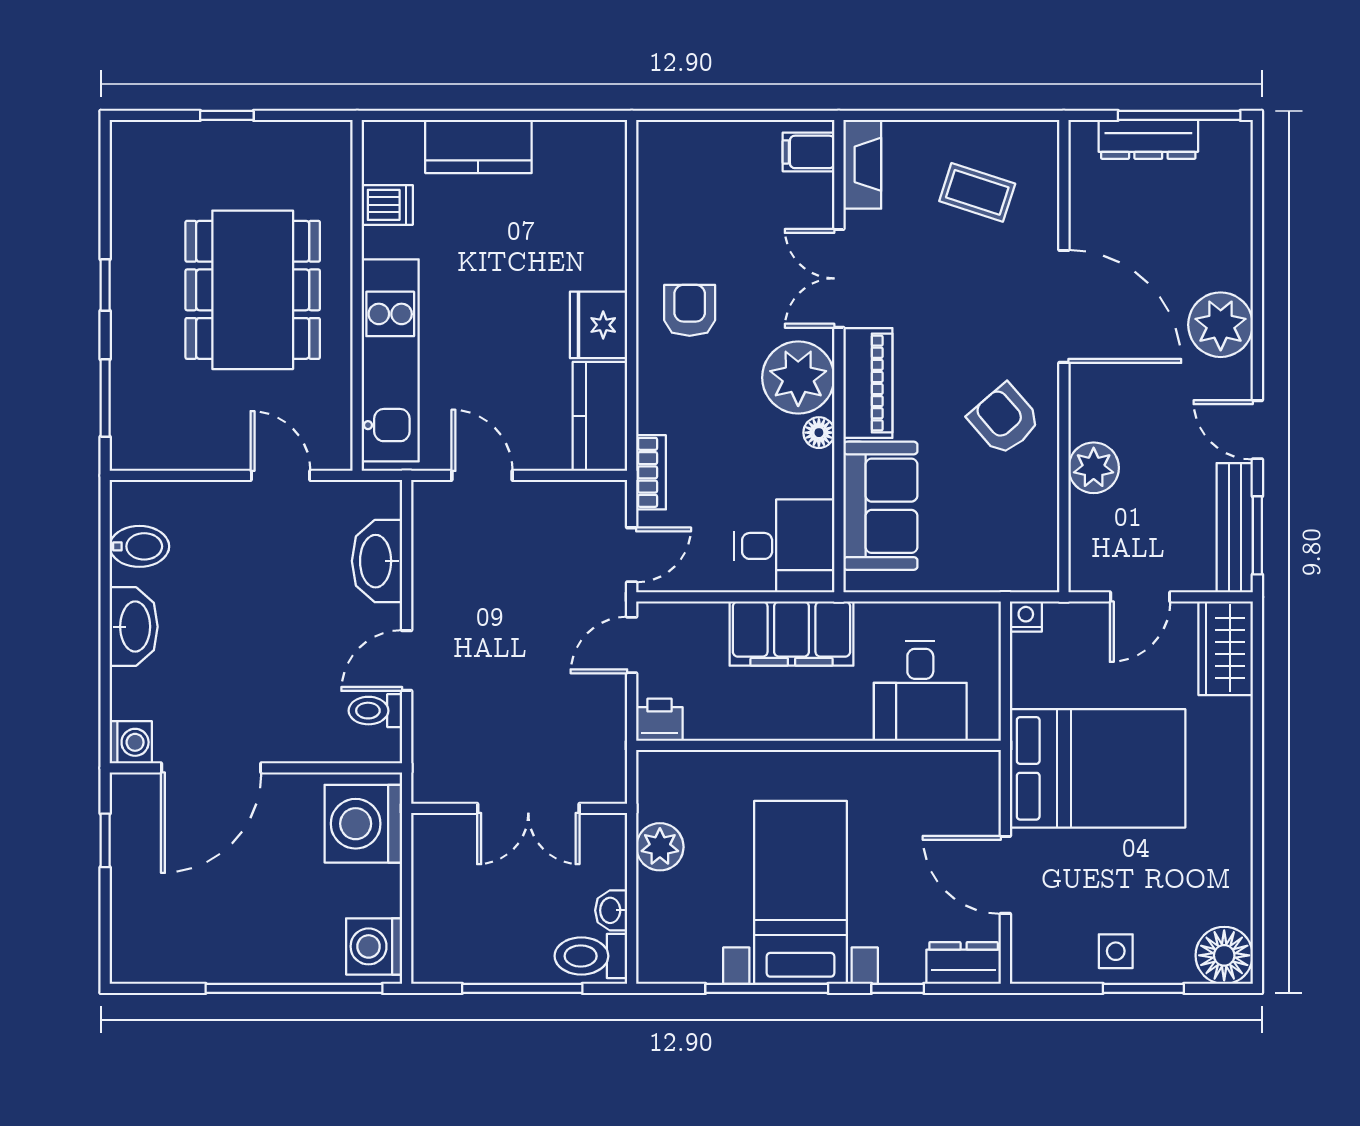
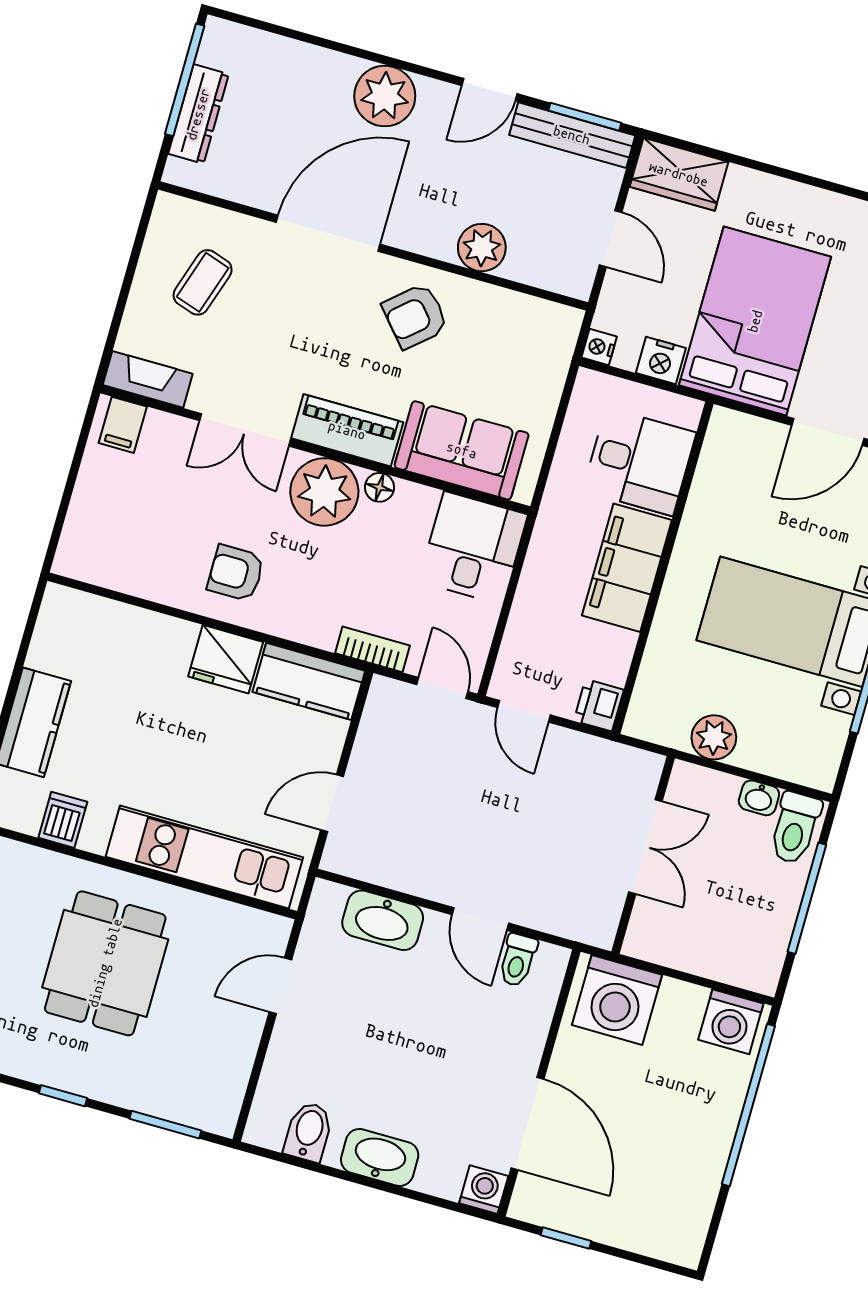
dining table: (253, 290) -> (105, 963), width x0.73
filing cabinet: (792, 634) -> (627, 568), moved, turned 180
nightstand: (1030, 684) -> (661, 360), added

